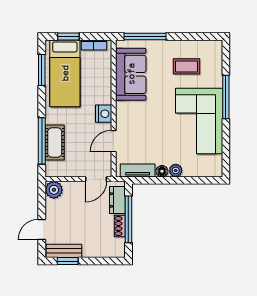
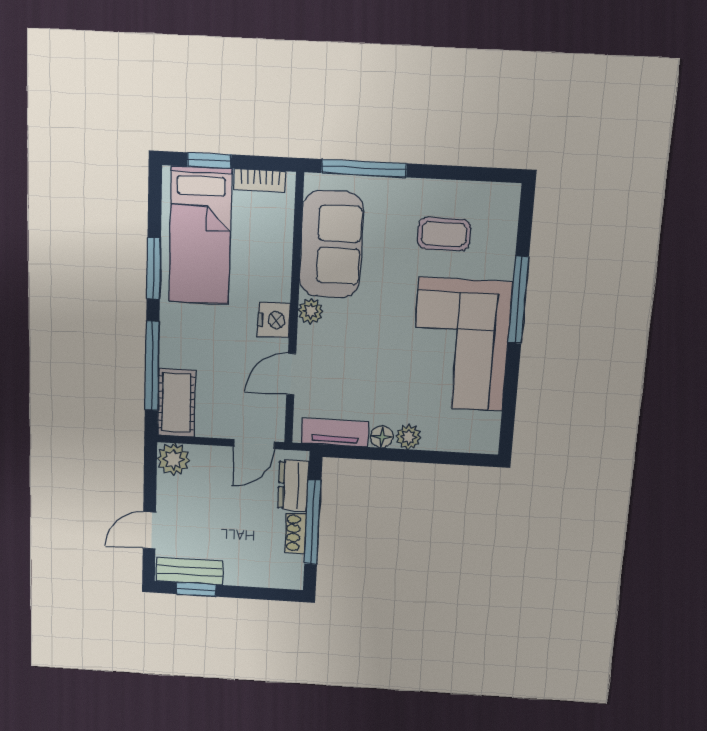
window: (42, 70) -> (154, 269), moved
plant: (122, 108) -> (311, 311), added
cot: (55, 143) -> (176, 403), moved

